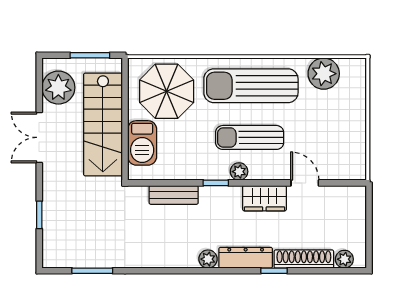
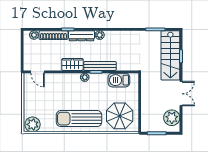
plant: (324, 74) -> (33, 124), moved
sun lounger: (251, 86) -> (79, 119), turned 180
stairs: (103, 124) -> (170, 55), moved, turned 180
sun lounger: (250, 137) -> (80, 94), removed
barbecue: (142, 143) -> (119, 80), moved, turned -90
door: (305, 183) -> (38, 72), moved
bench: (174, 195) -> (100, 66), moved, width x1.36

